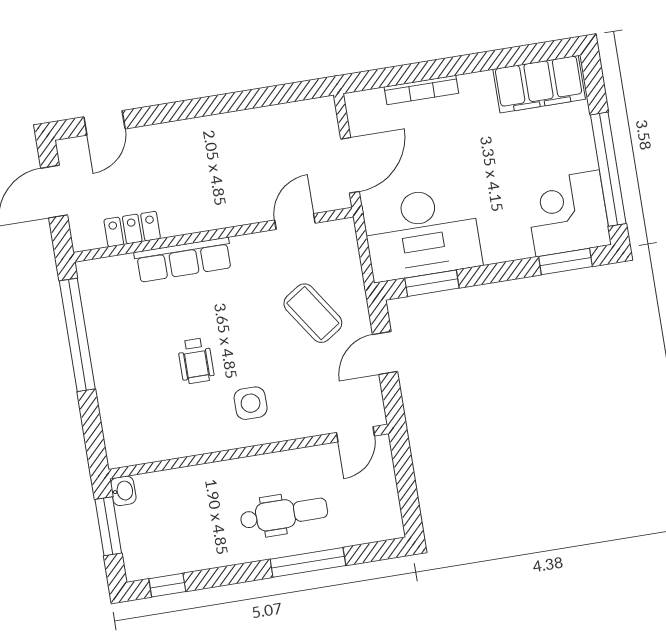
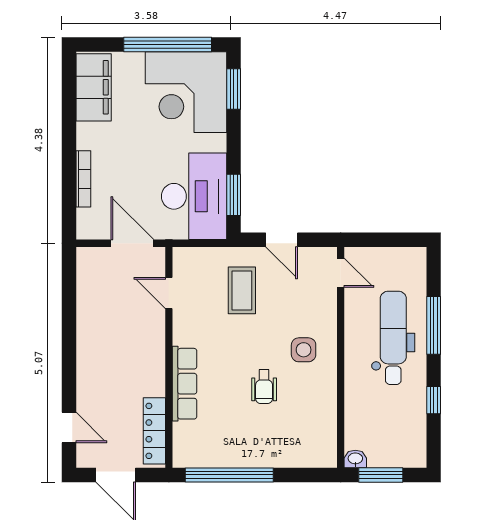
corner desk: (568, 213) -> (186, 92), width x1.36, depth x1.36
locker: (132, 229) -> (154, 431), width x1.53
coffee table: (313, 313) -> (242, 290), turned -56
wheelchair: (196, 361) -> (264, 387), turned 90
dental chair: (284, 514) -> (393, 338), width x1.36, depth x1.38
window: (167, 585) -> (434, 400), moved

